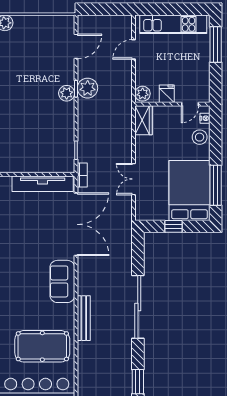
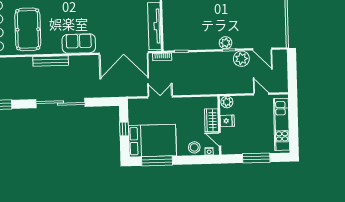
window: (216, 45) -> (256, 158), moved
plant: (88, 88) -> (241, 59), moved
wardrobe: (143, 120) -> (211, 120), moved, turned 90

